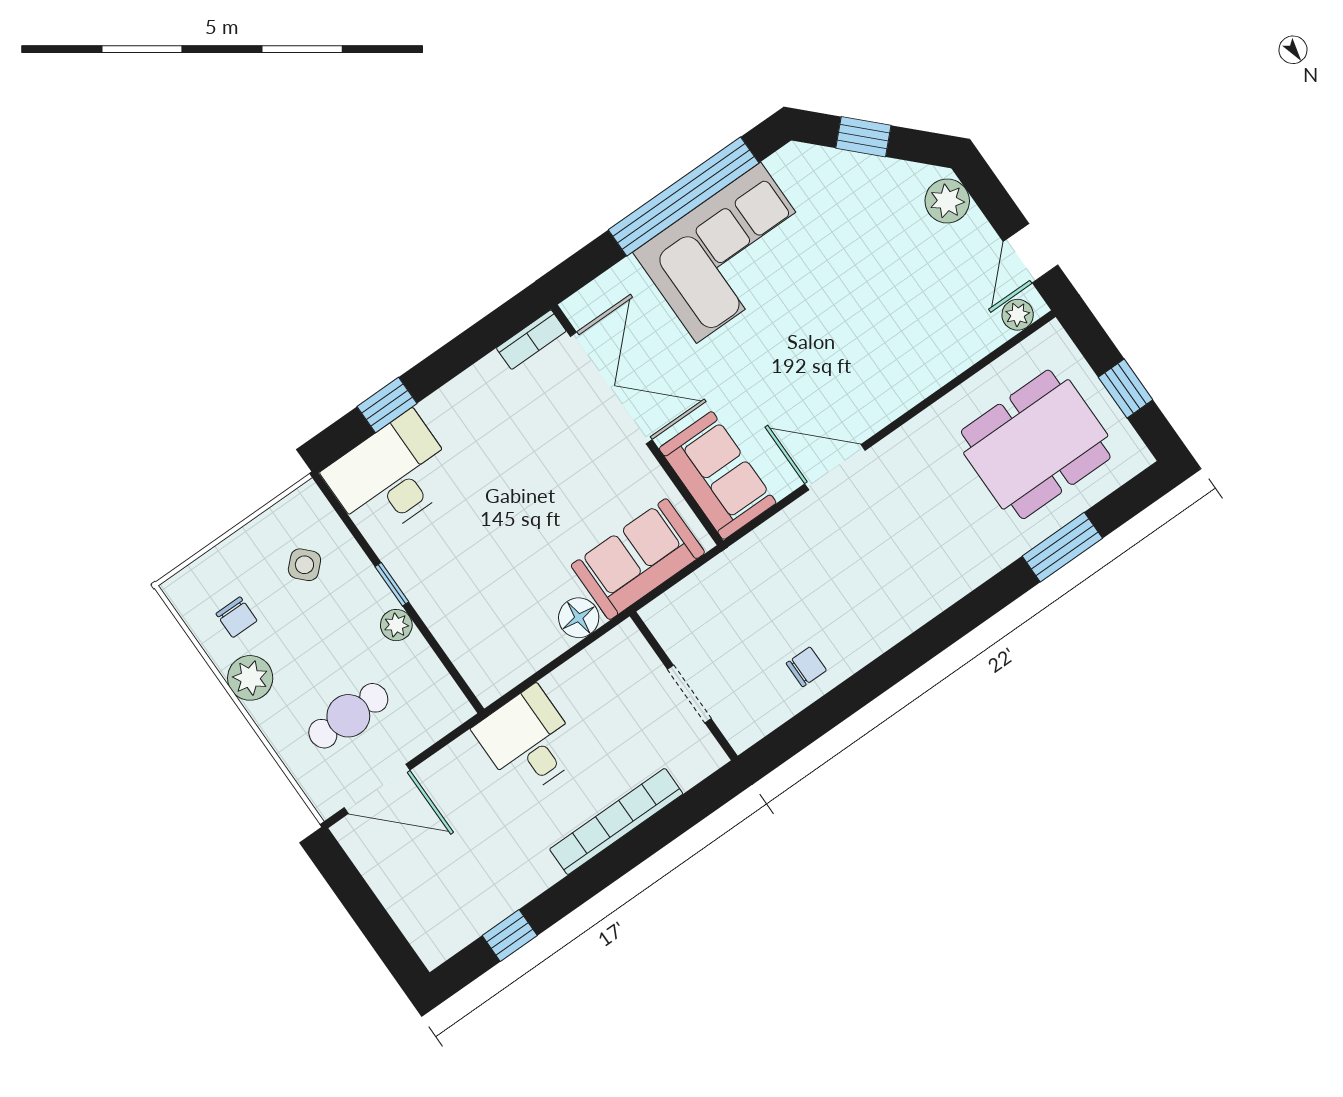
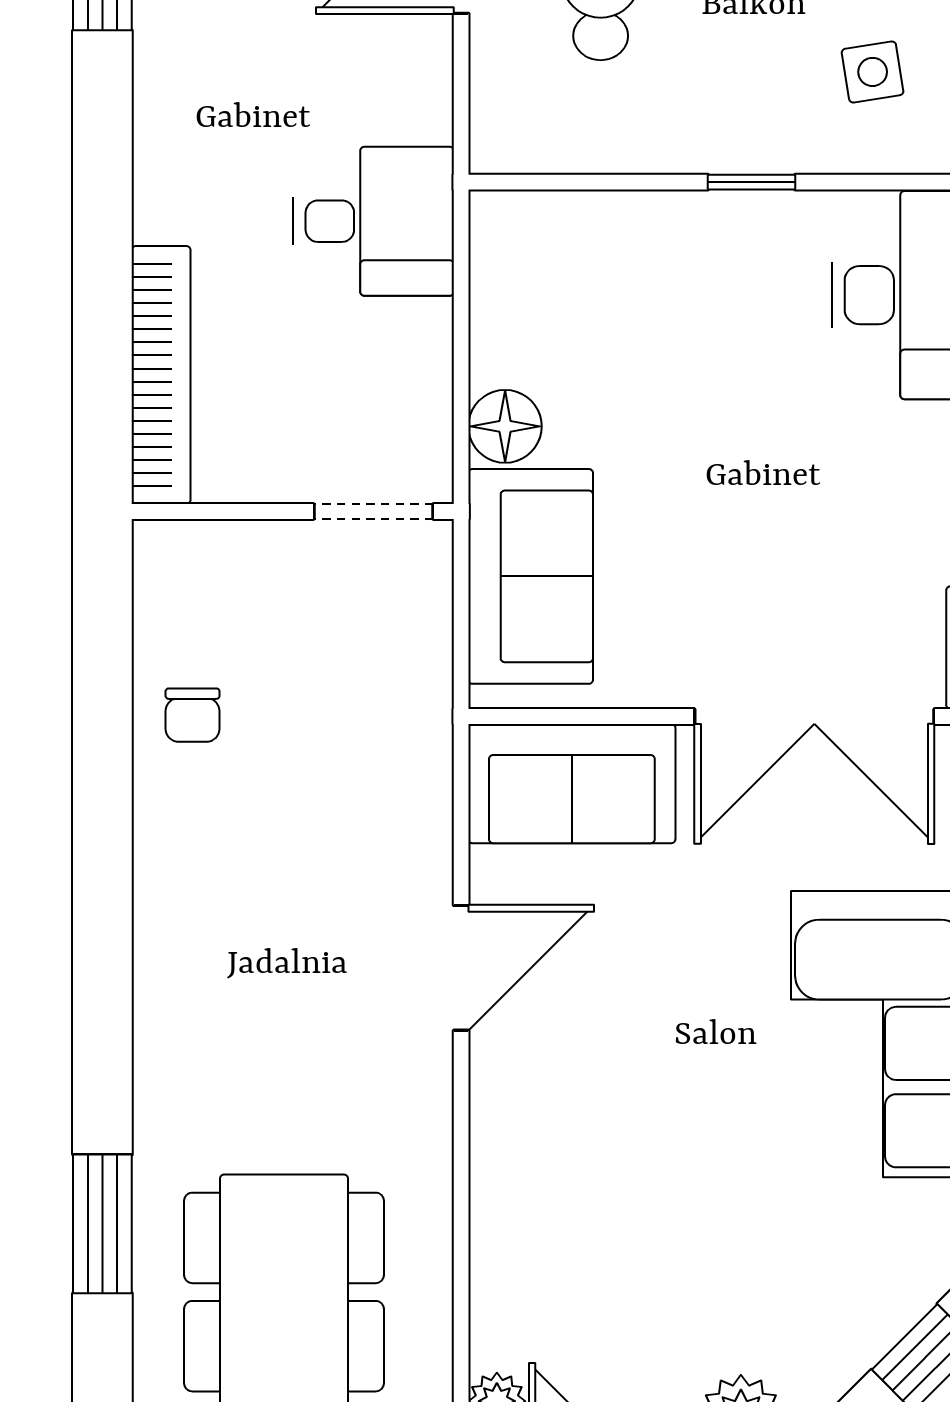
side table: (304, 565) -> (873, 72), turned 35
plant: (396, 625) -> (686, 146), removed
doorway: (689, 694) -> (373, 511), moved
bookcase: (616, 821) -> (161, 375), moved

